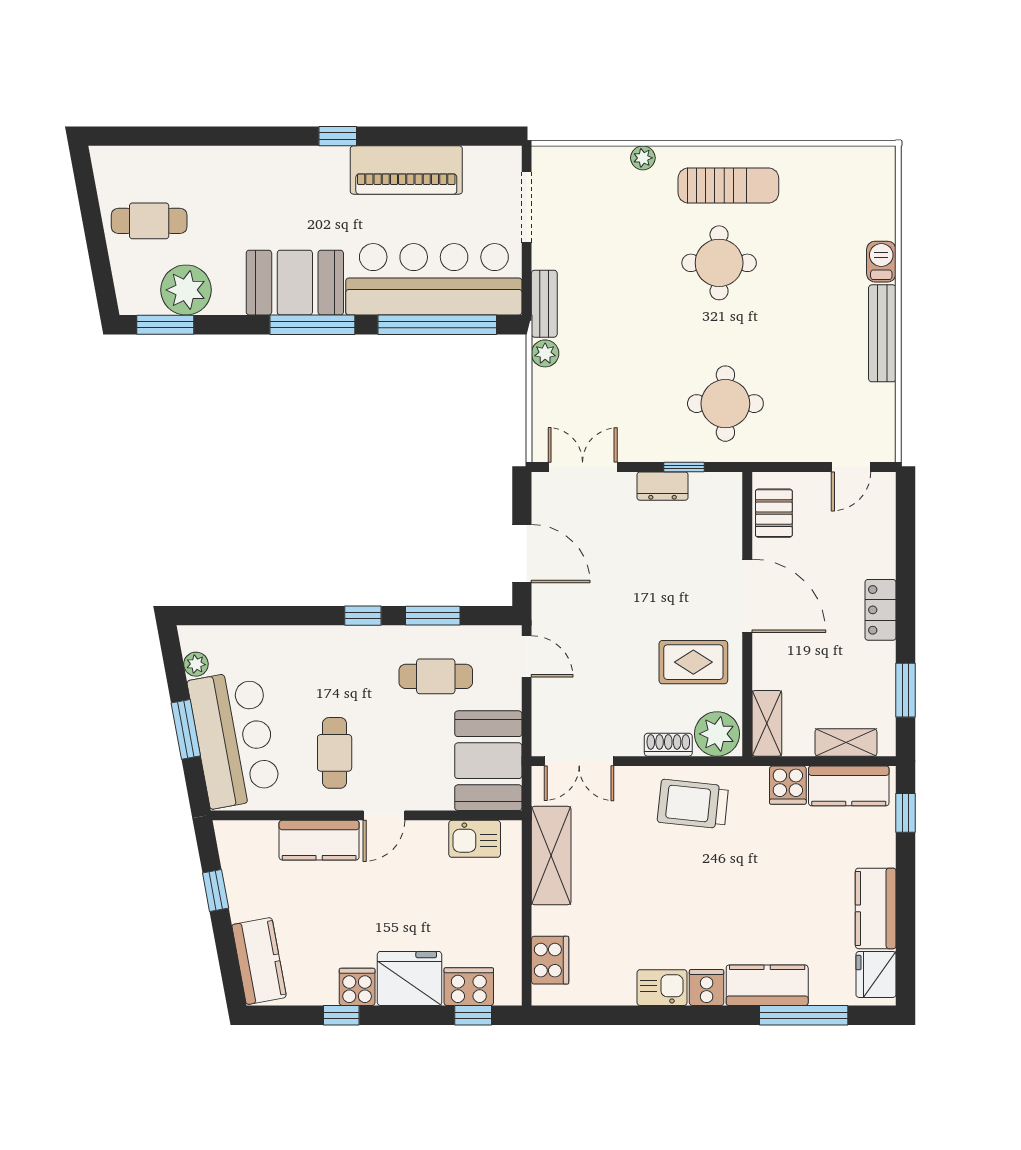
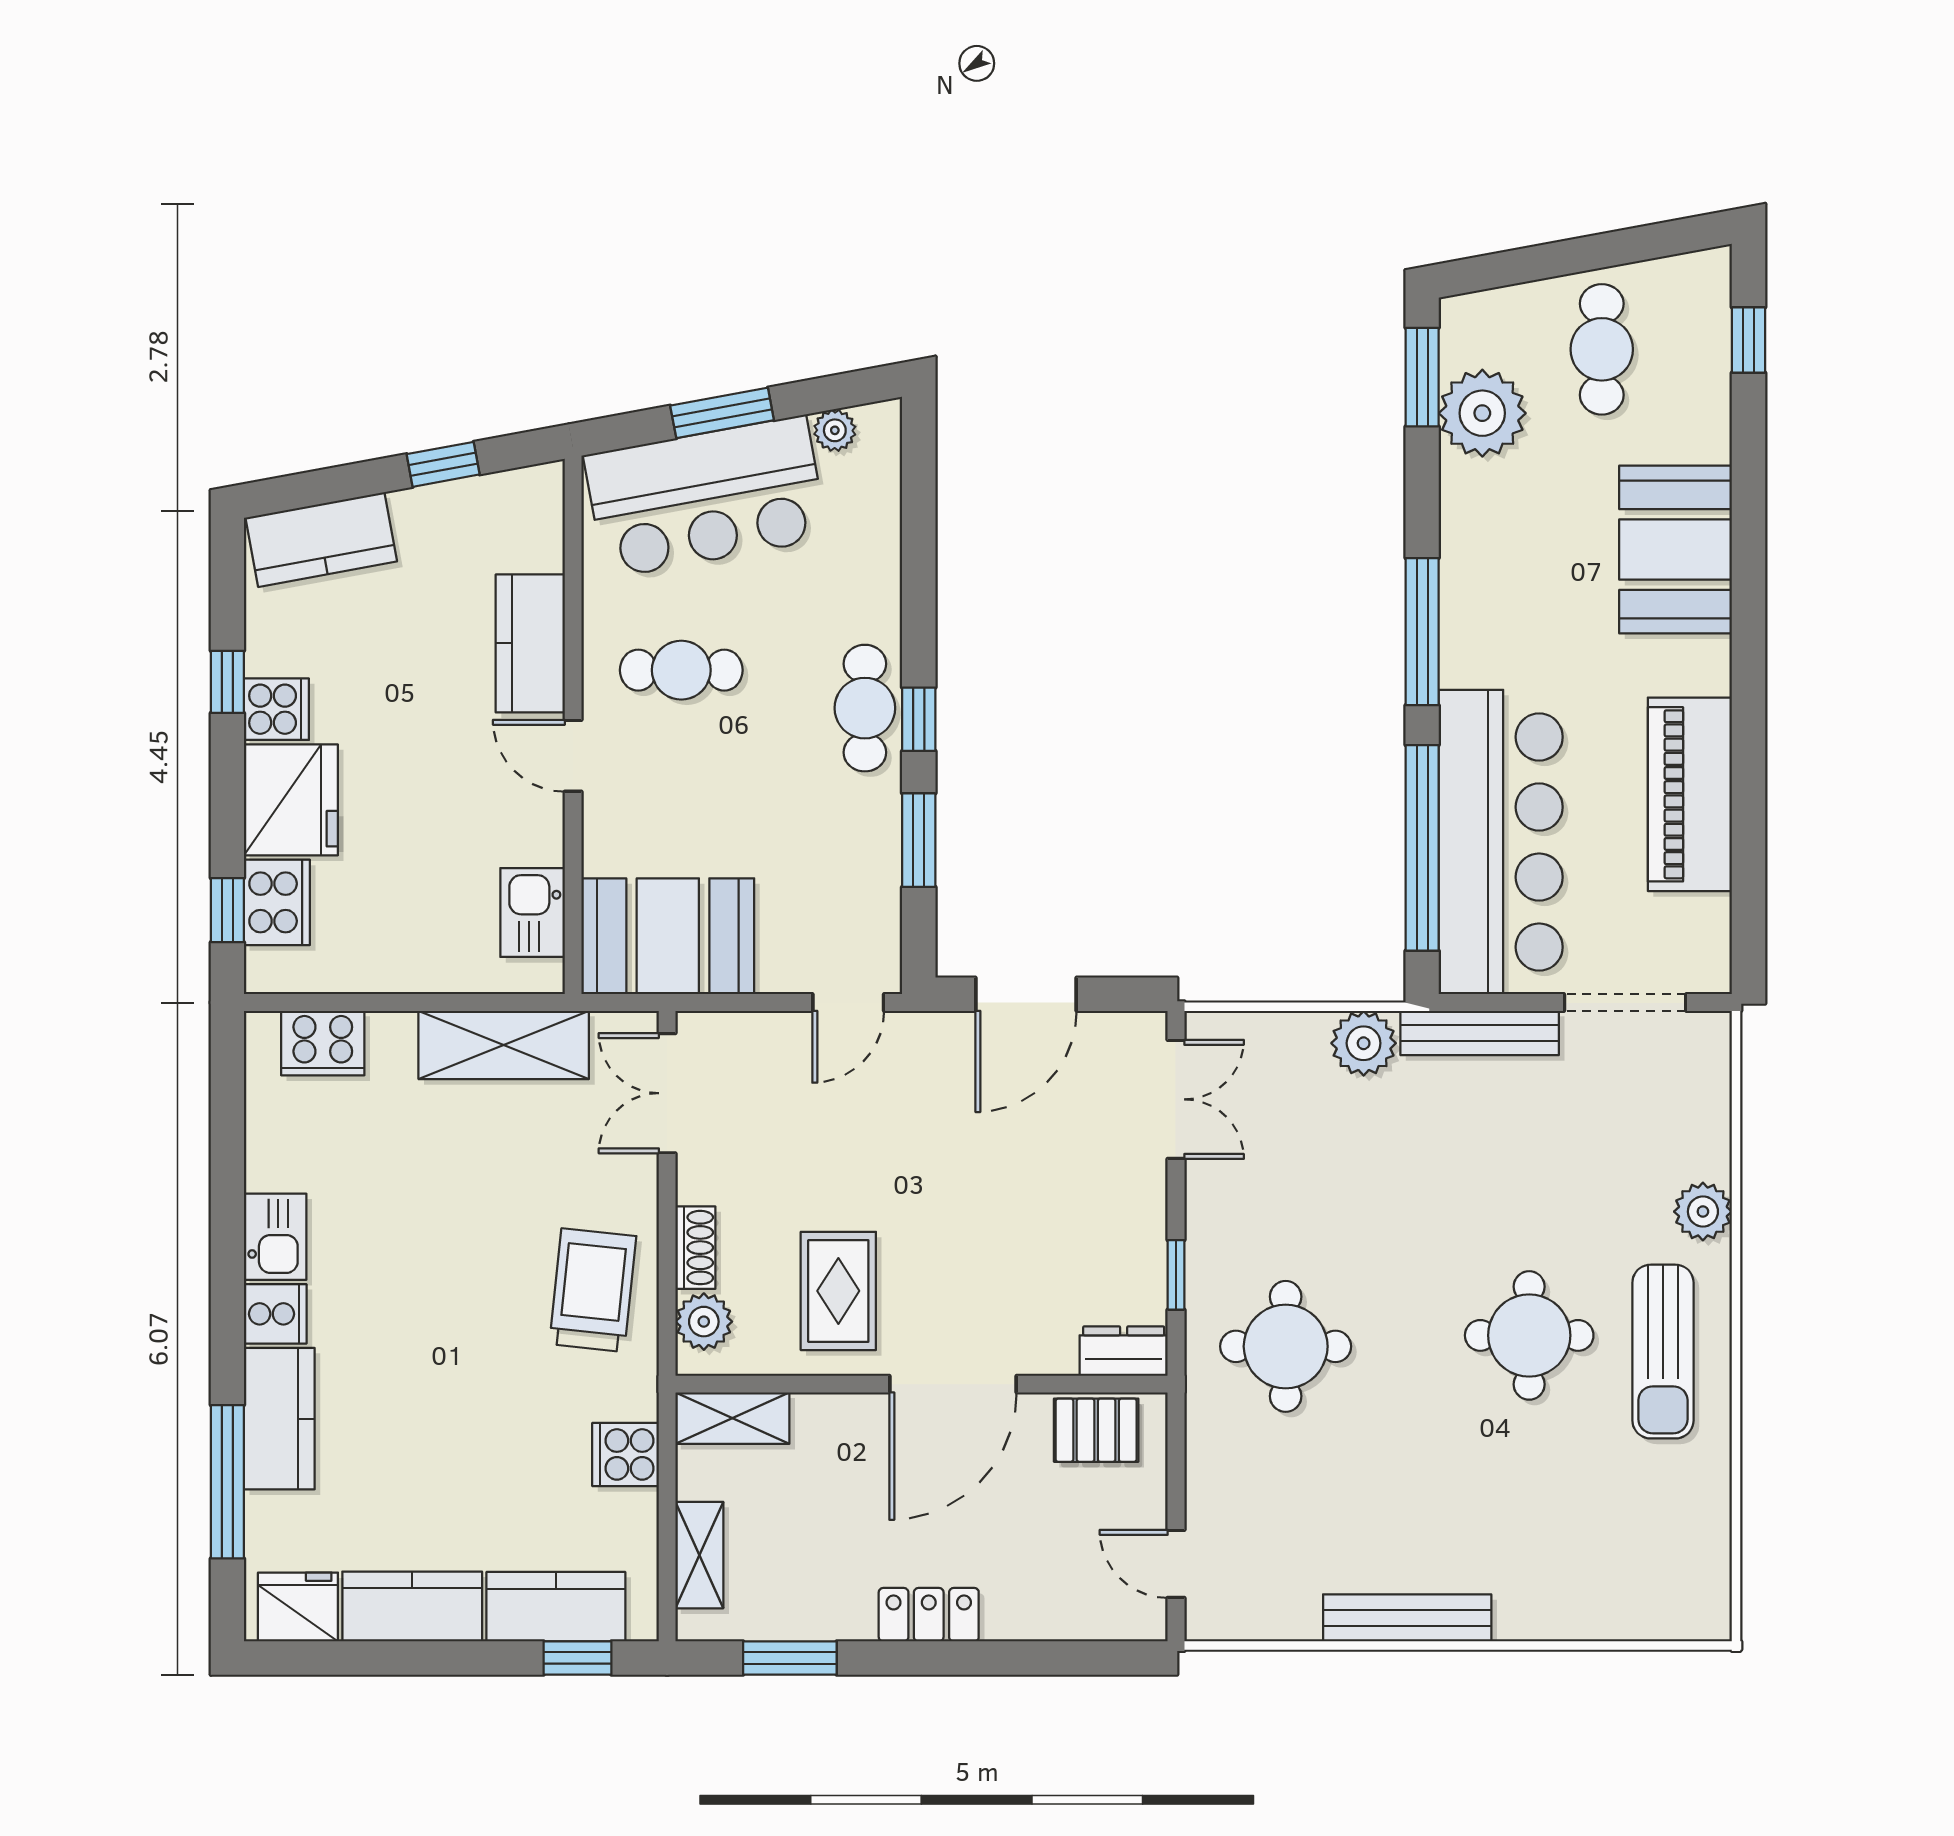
window: (338, 136) -> (1748, 340), moved
plant: (643, 158) -> (1703, 1212), width x1.38, depth x1.38
barbecue: (881, 262) -> (1531, 1616), removed
booth: (295, 283) -> (1676, 550), moved
bench: (544, 304) -> (1480, 1033), width x1.36
plant: (545, 353) -> (1364, 1043), width x1.38, depth x1.38
dresser: (663, 486) -> (1124, 1351), moved, turned 90
cafe table: (436, 676) -> (865, 708), moved
plant: (717, 734) -> (704, 1322), width x0.73, depth x0.73
kitchen counter: (849, 786) -> (556, 1607), moved, turned 90

